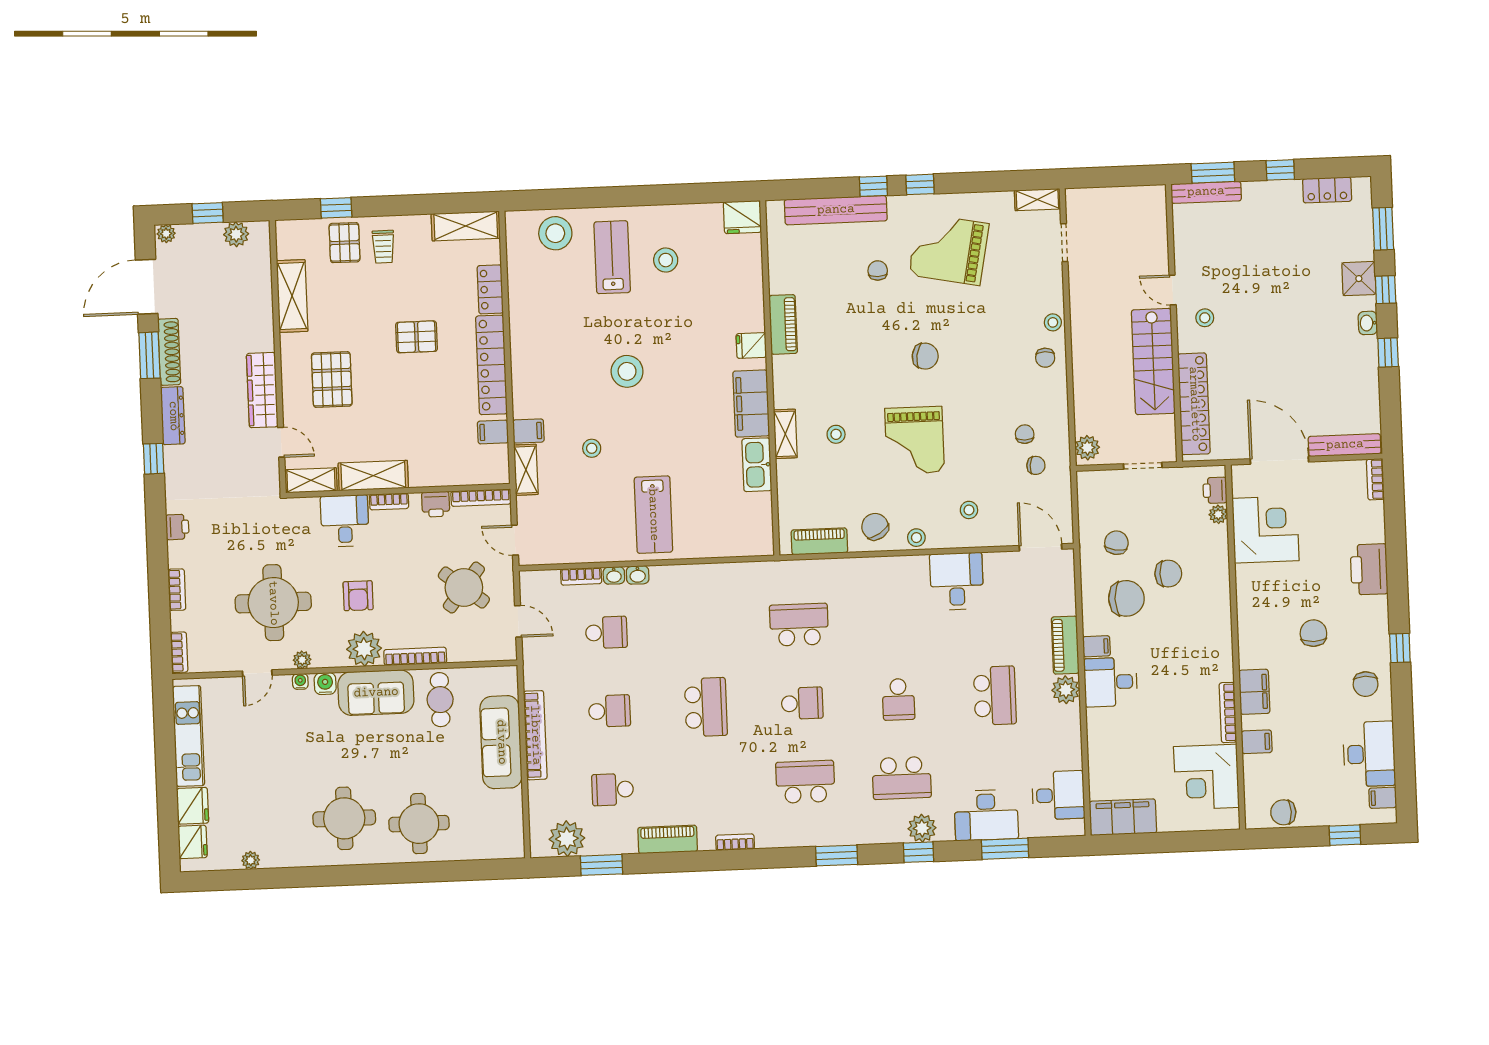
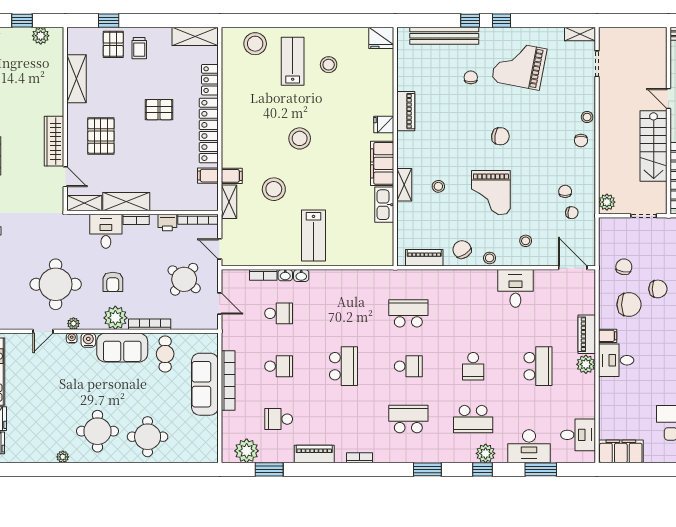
stool: (592, 448) -> (274, 189), width x1.89, depth x1.89
plant: (251, 860) -> (63, 457), moved

